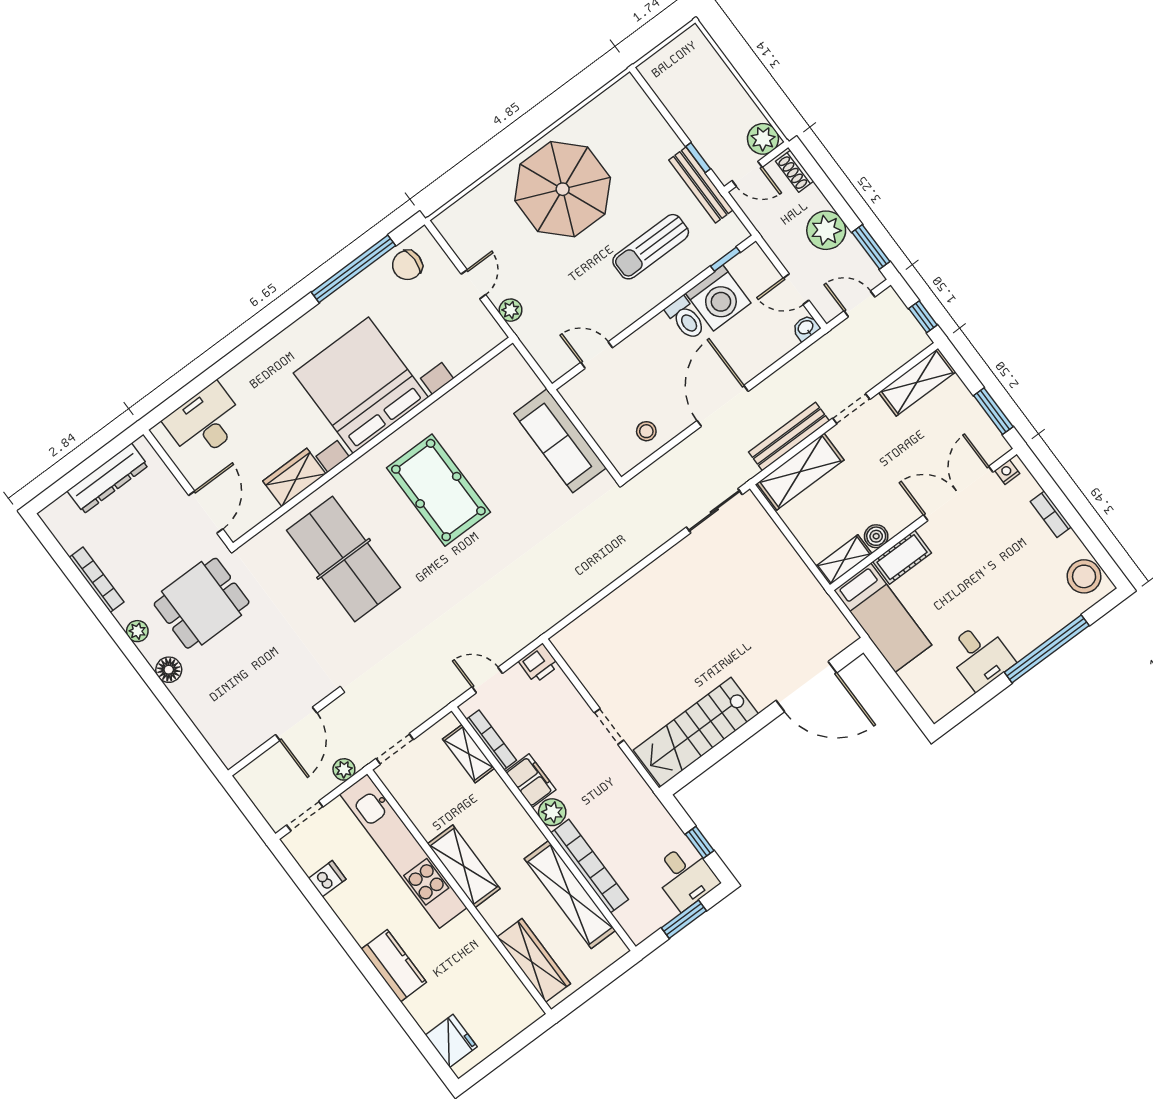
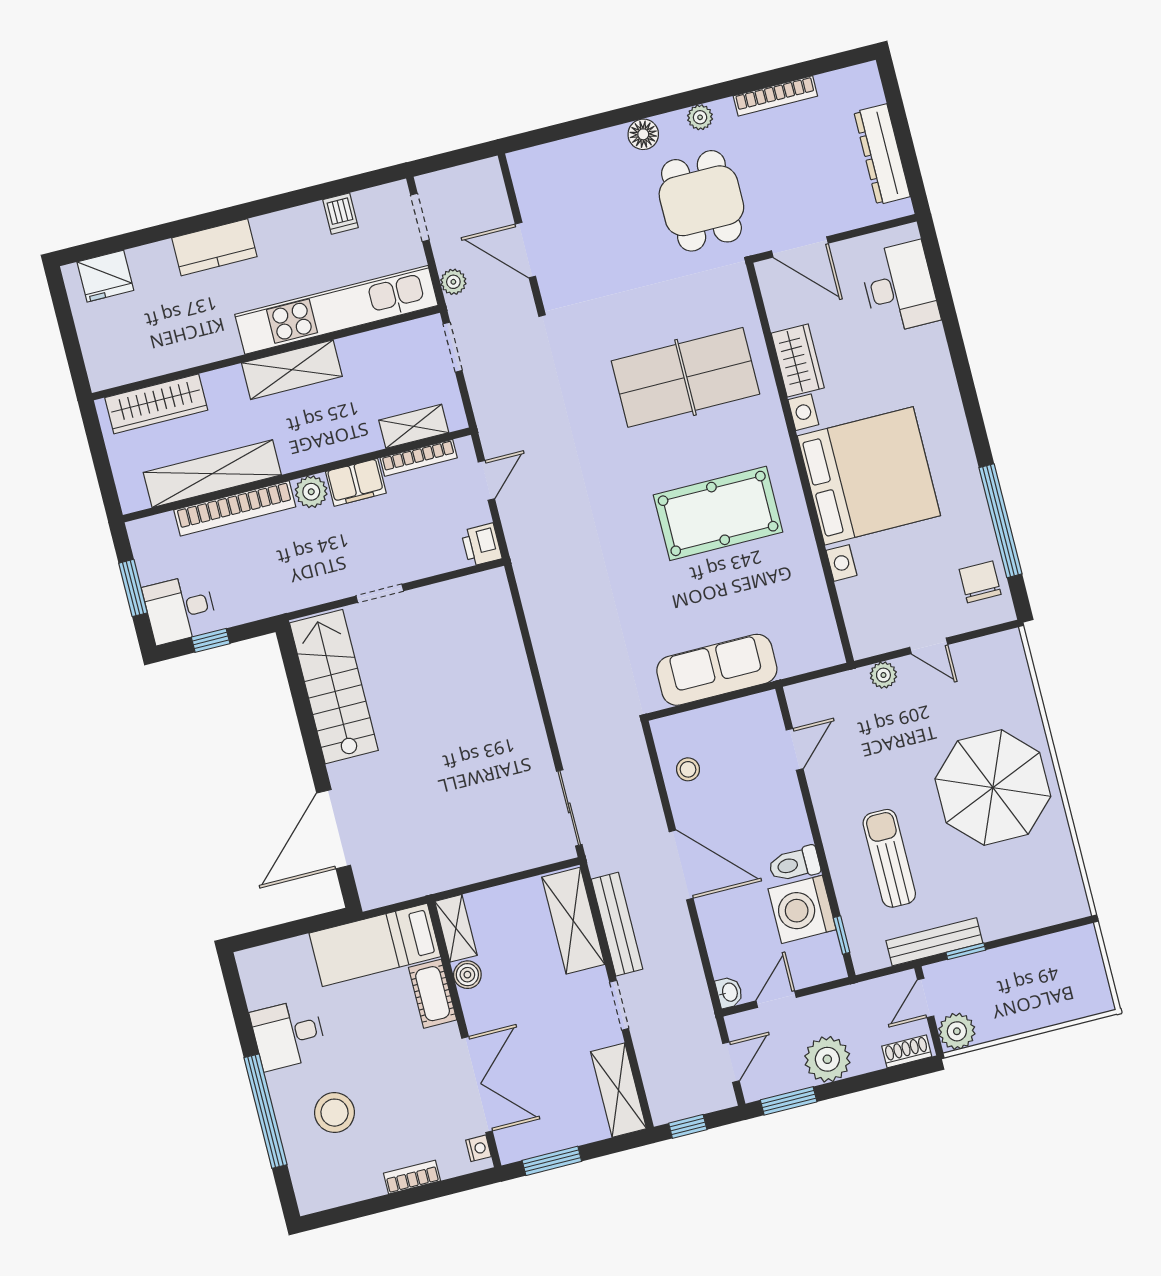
stool: (1084, 576) -> (334, 1113), moved

